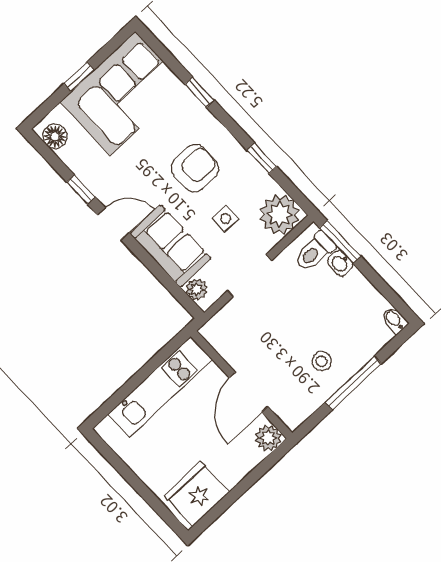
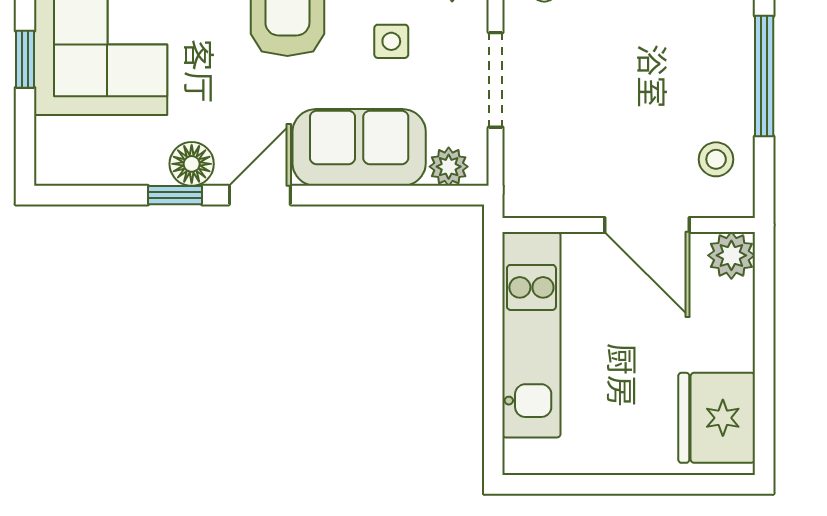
floor lamp: (55, 136) -> (192, 164), moved
stool: (322, 361) -> (716, 159), moved

